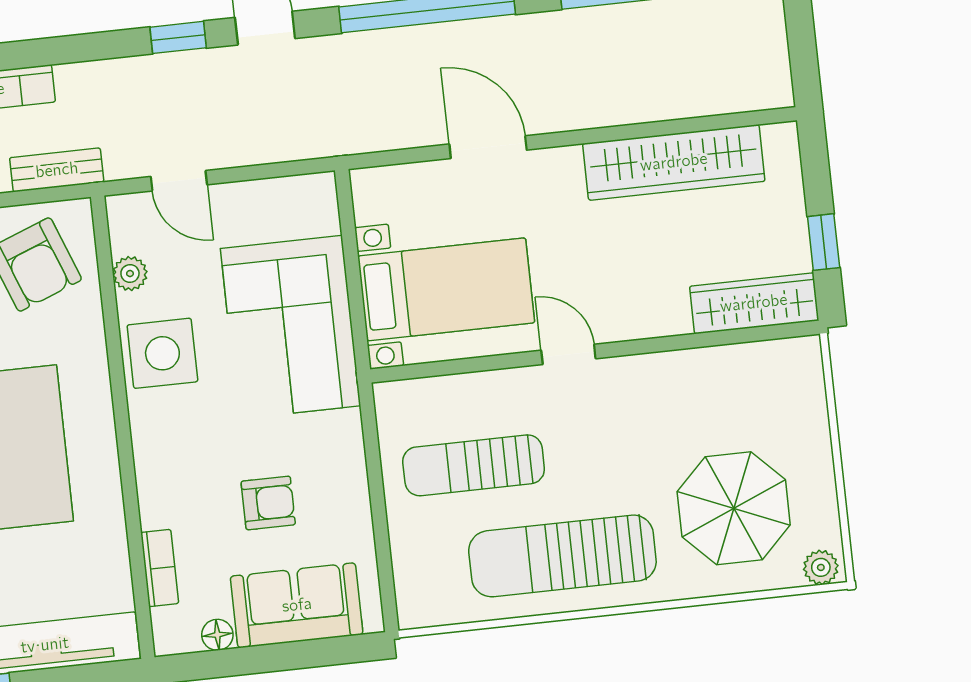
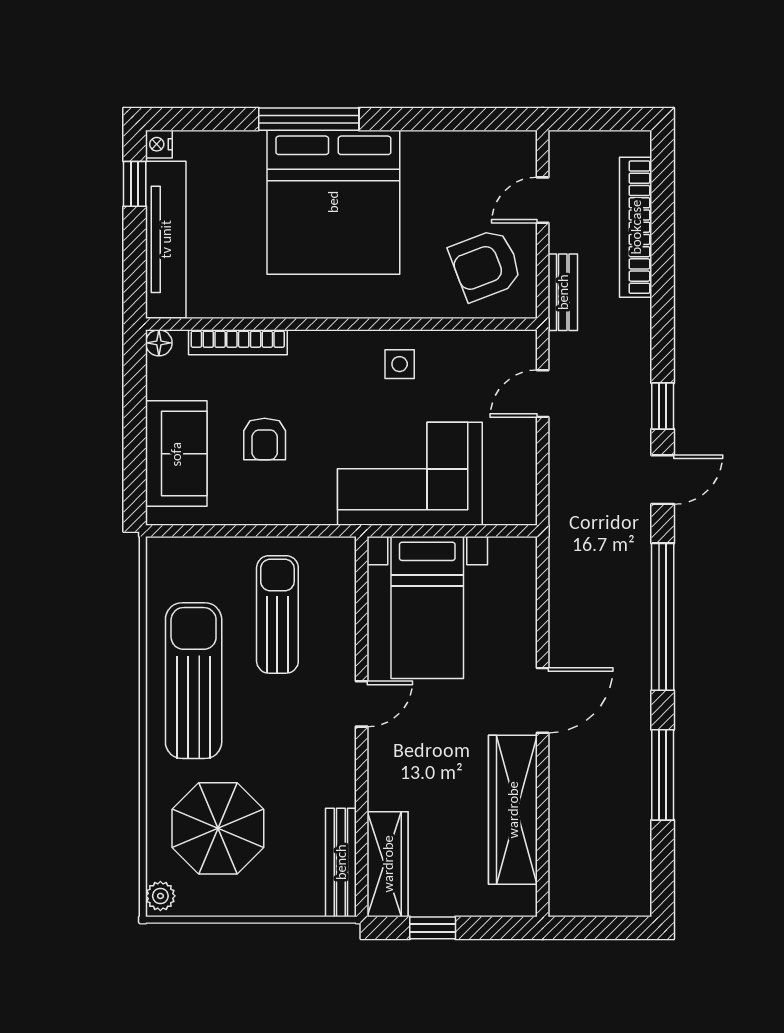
door: (488, 147) -> (543, 700), moved
plant: (130, 274) -> (469, 344), removed
side table: (162, 353) -> (400, 364), width x0.54, depth x0.54
bench: (758, 359) -> (341, 862), added
bookcase: (160, 568) -> (238, 342), width x1.56
floor lamp: (217, 635) -> (159, 343), moved

